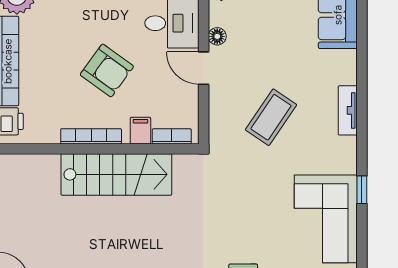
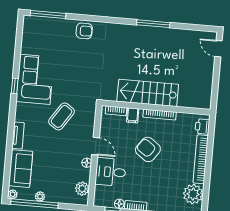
tv unit: (348, 110) -> (18, 135), moved
window: (362, 190) -> (15, 86), moved
corner sofa: (326, 219) -> (35, 79), moved

